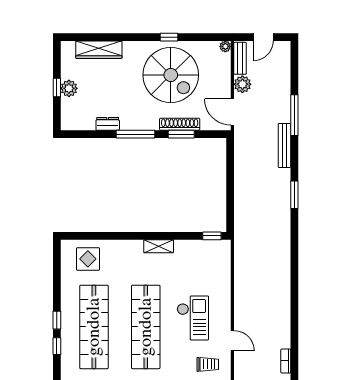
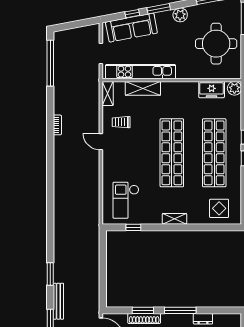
window: (294, 195) -> (50, 274), moved
window: (212, 236) -> (133, 227), moved
shelving: (159, 246) -> (174, 219), moved
checkout: (193, 318) -> (126, 200), moved

